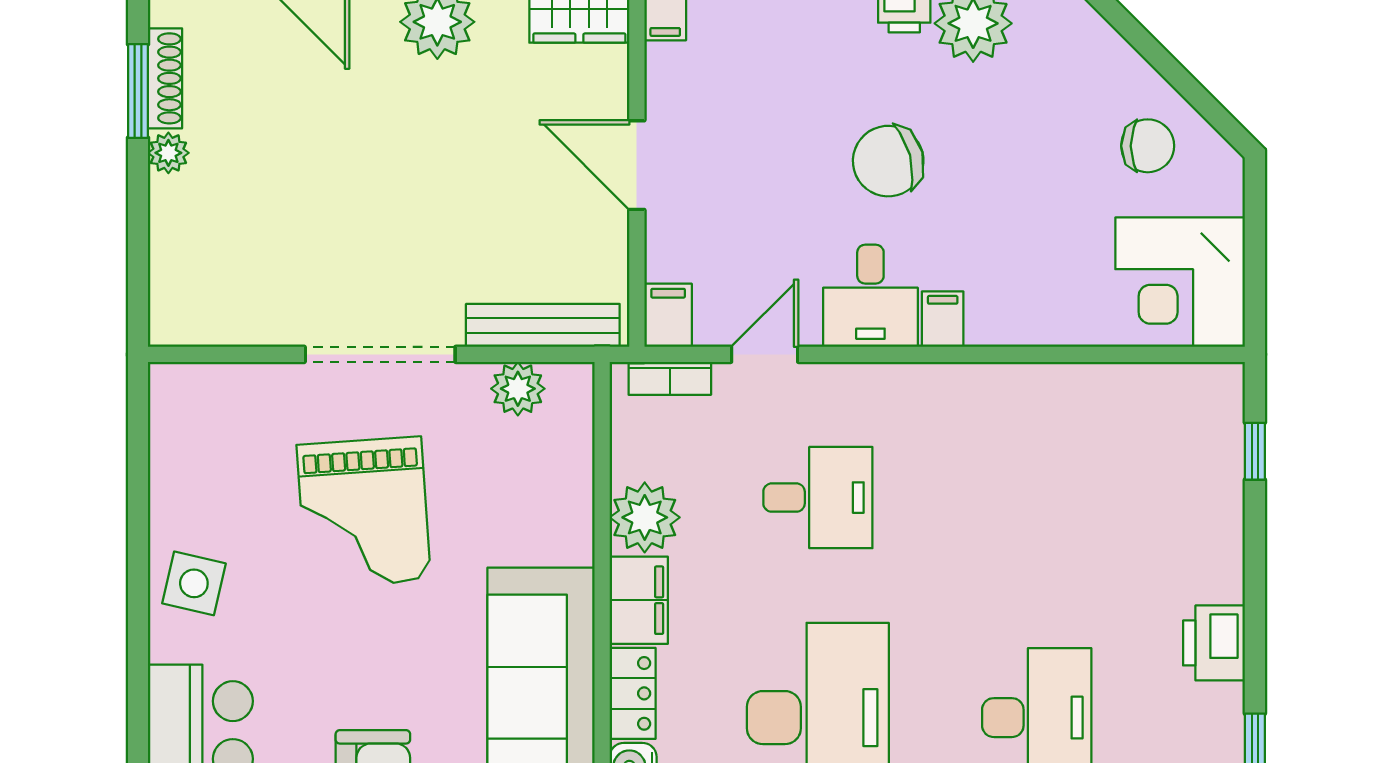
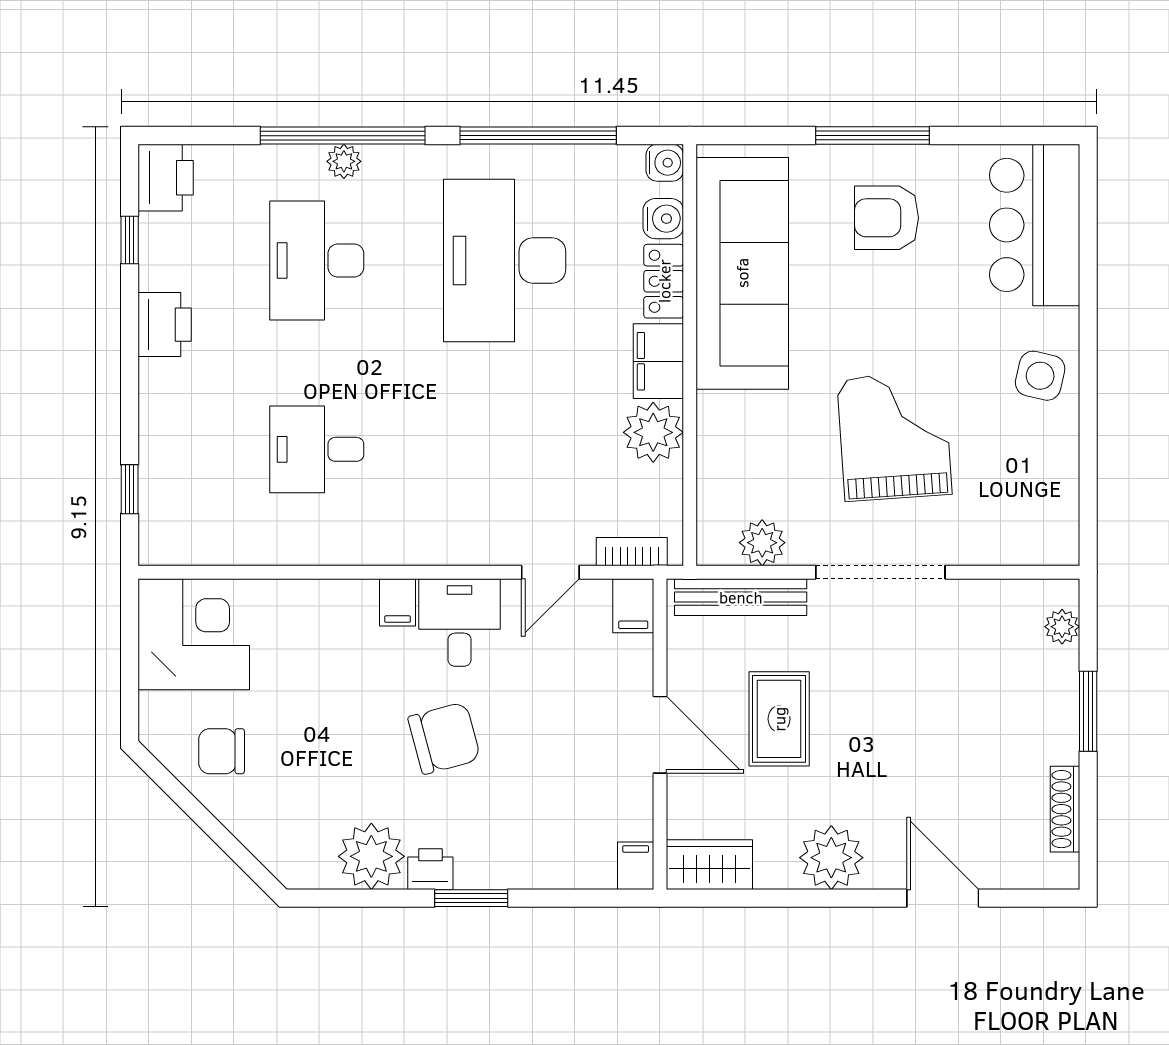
window: (138, 91) -> (1088, 711), moved
plant: (168, 153) -> (1062, 627), moved
rug: (498, 183) -> (779, 719), added
desk: (818, 498) -> (317, 449), moved

